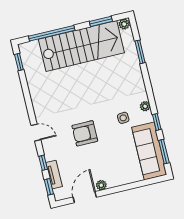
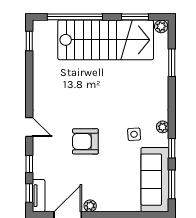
tv unit: (54, 175) -> (39, 196), moved

